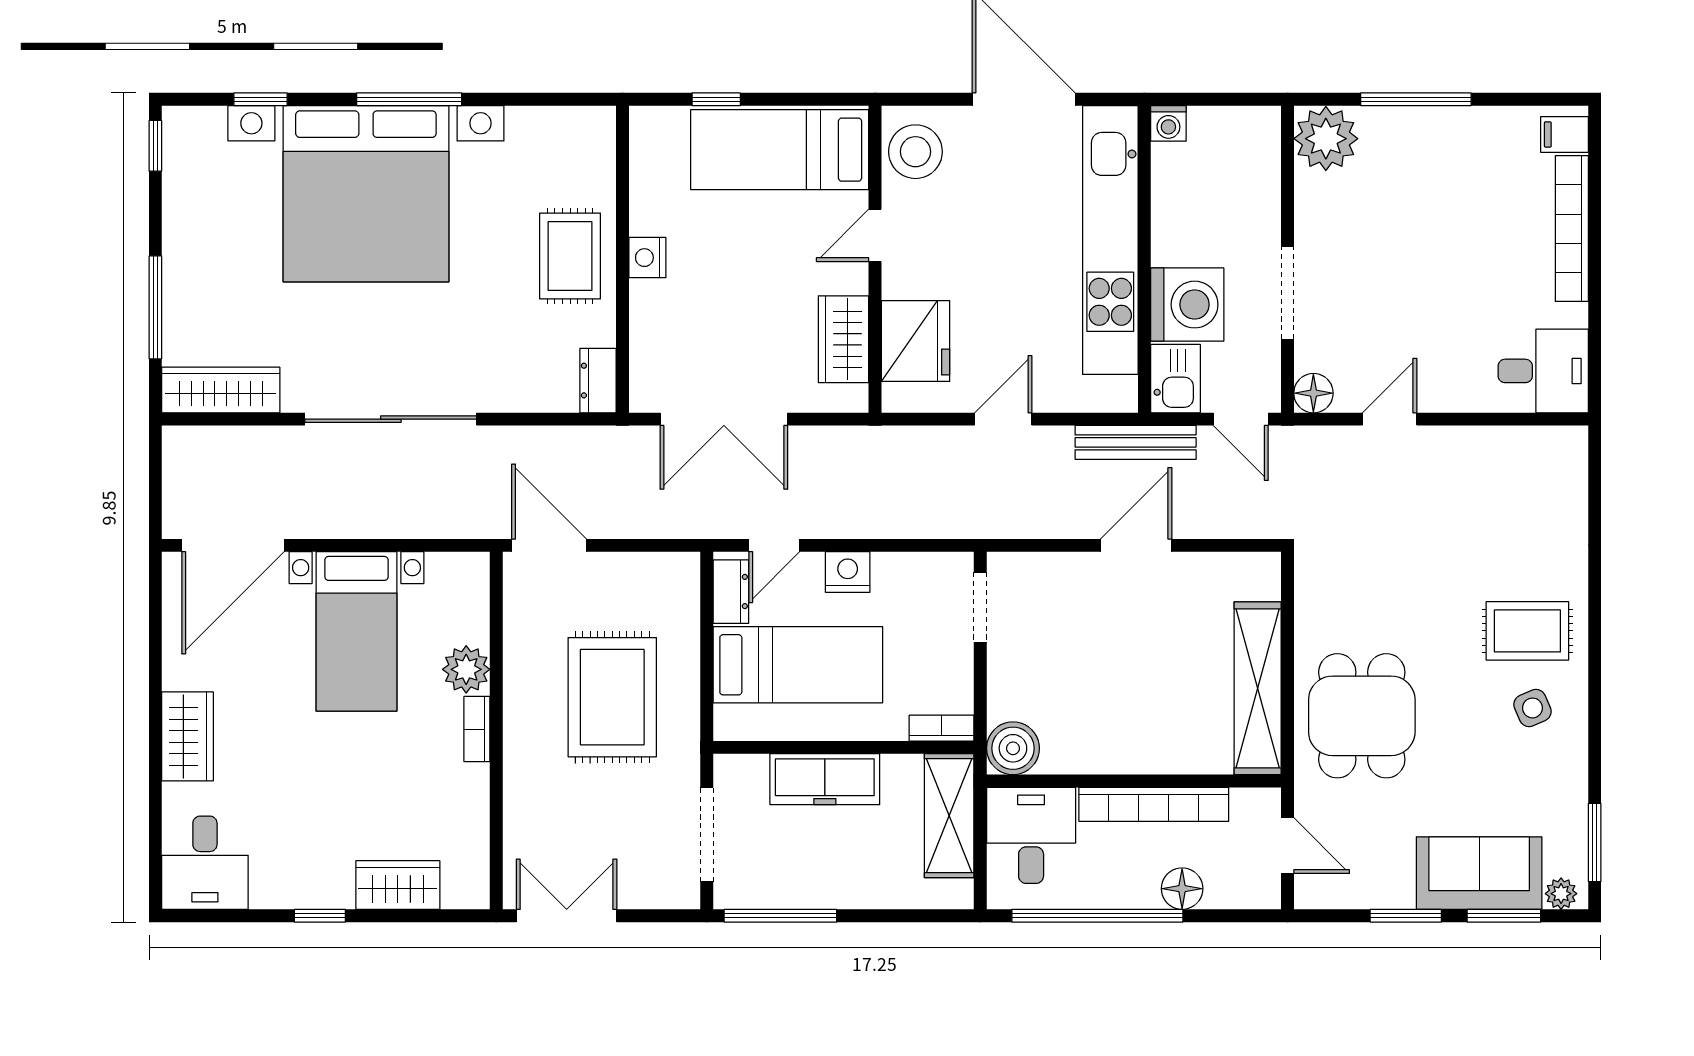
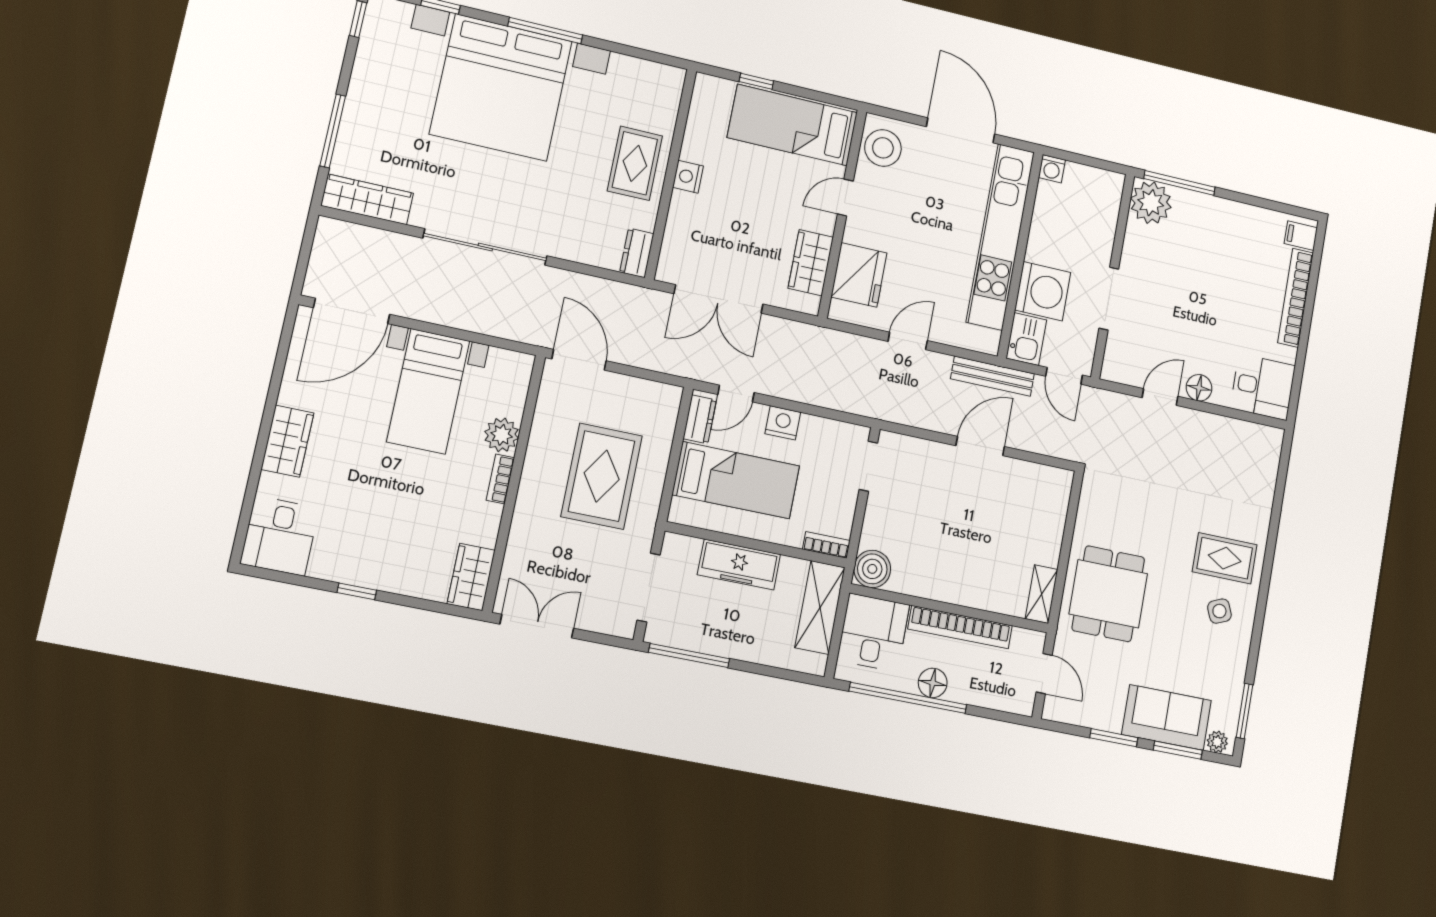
window: (1416, 99) -> (1179, 183), moved
floor lamp: (1313, 393) -> (1199, 388), moved
shelving: (1258, 688) -> (1041, 594), width x0.45, depth x0.75
wardrobe: (398, 885) -> (471, 577), moved, turned -90
floor lamp: (1182, 889) -> (933, 683), moved

